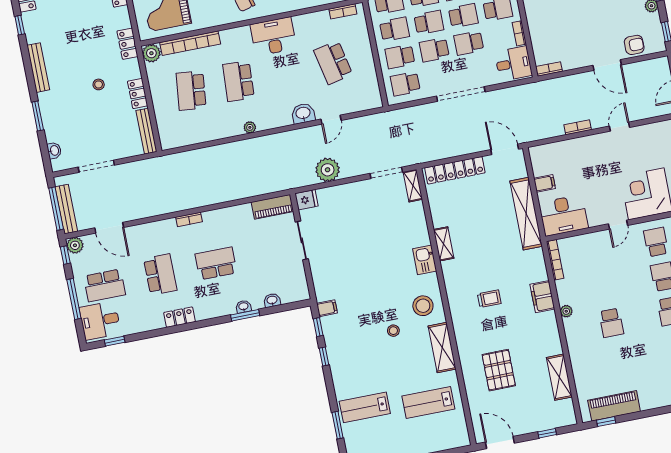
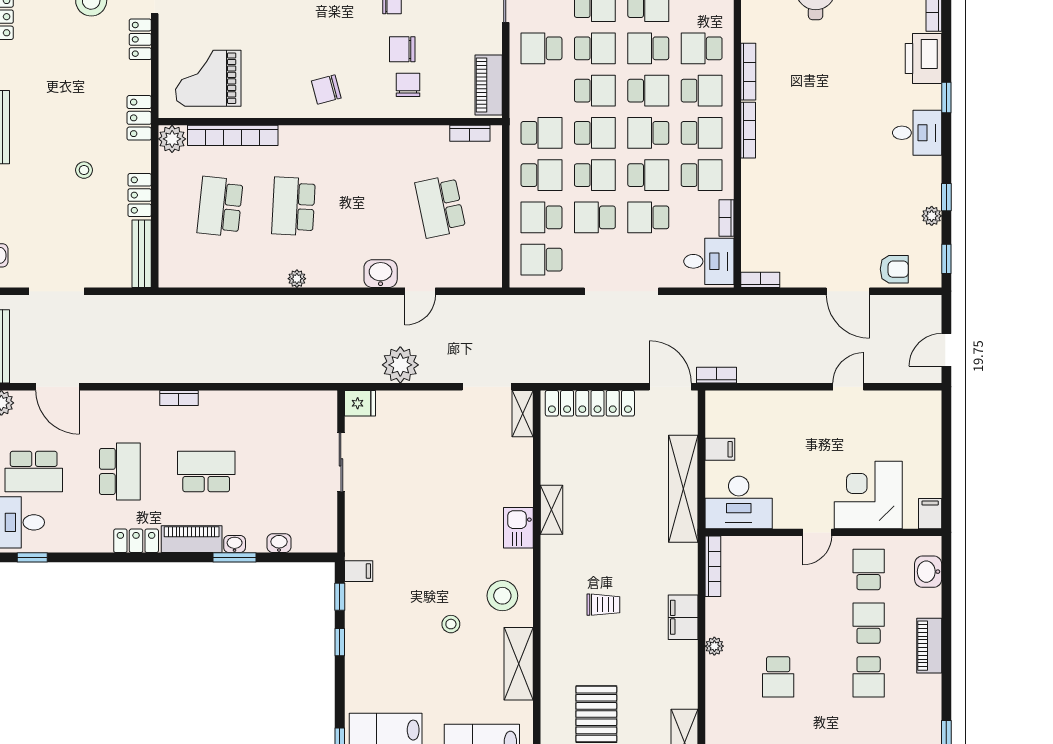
desk: (273, 36) -> (359, 150), removed
bookcase: (578, 127) -> (717, 375), moved
piano: (272, 207) -> (192, 539), moved, turned 180

